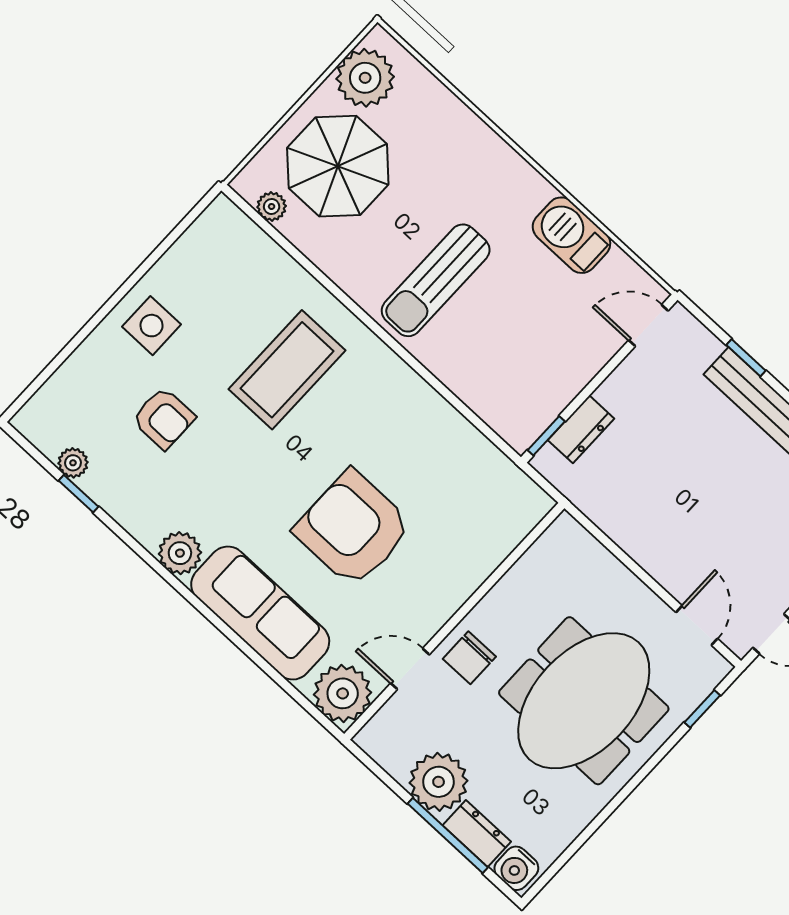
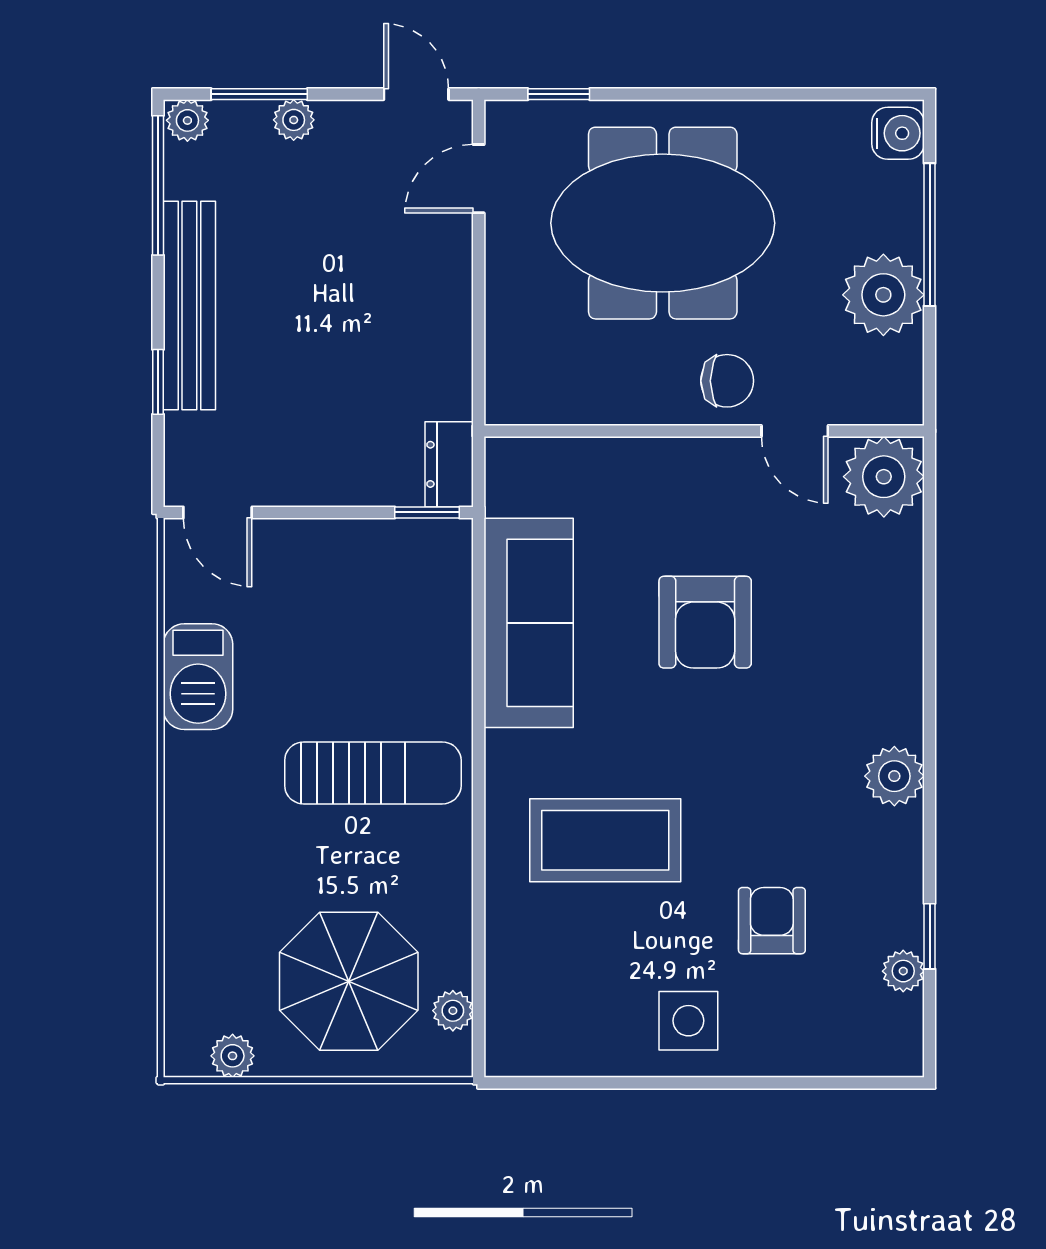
plant: (365, 78) -> (233, 1056), width x0.53, depth x0.53
dresser: (581, 429) -> (449, 464), moved, turned -90
armchair: (353, 529) -> (705, 622), width x0.73, depth x0.73
sofa: (260, 613) -> (529, 623), moved, turned 180
dresser: (477, 833) -> (900, 207), removed

